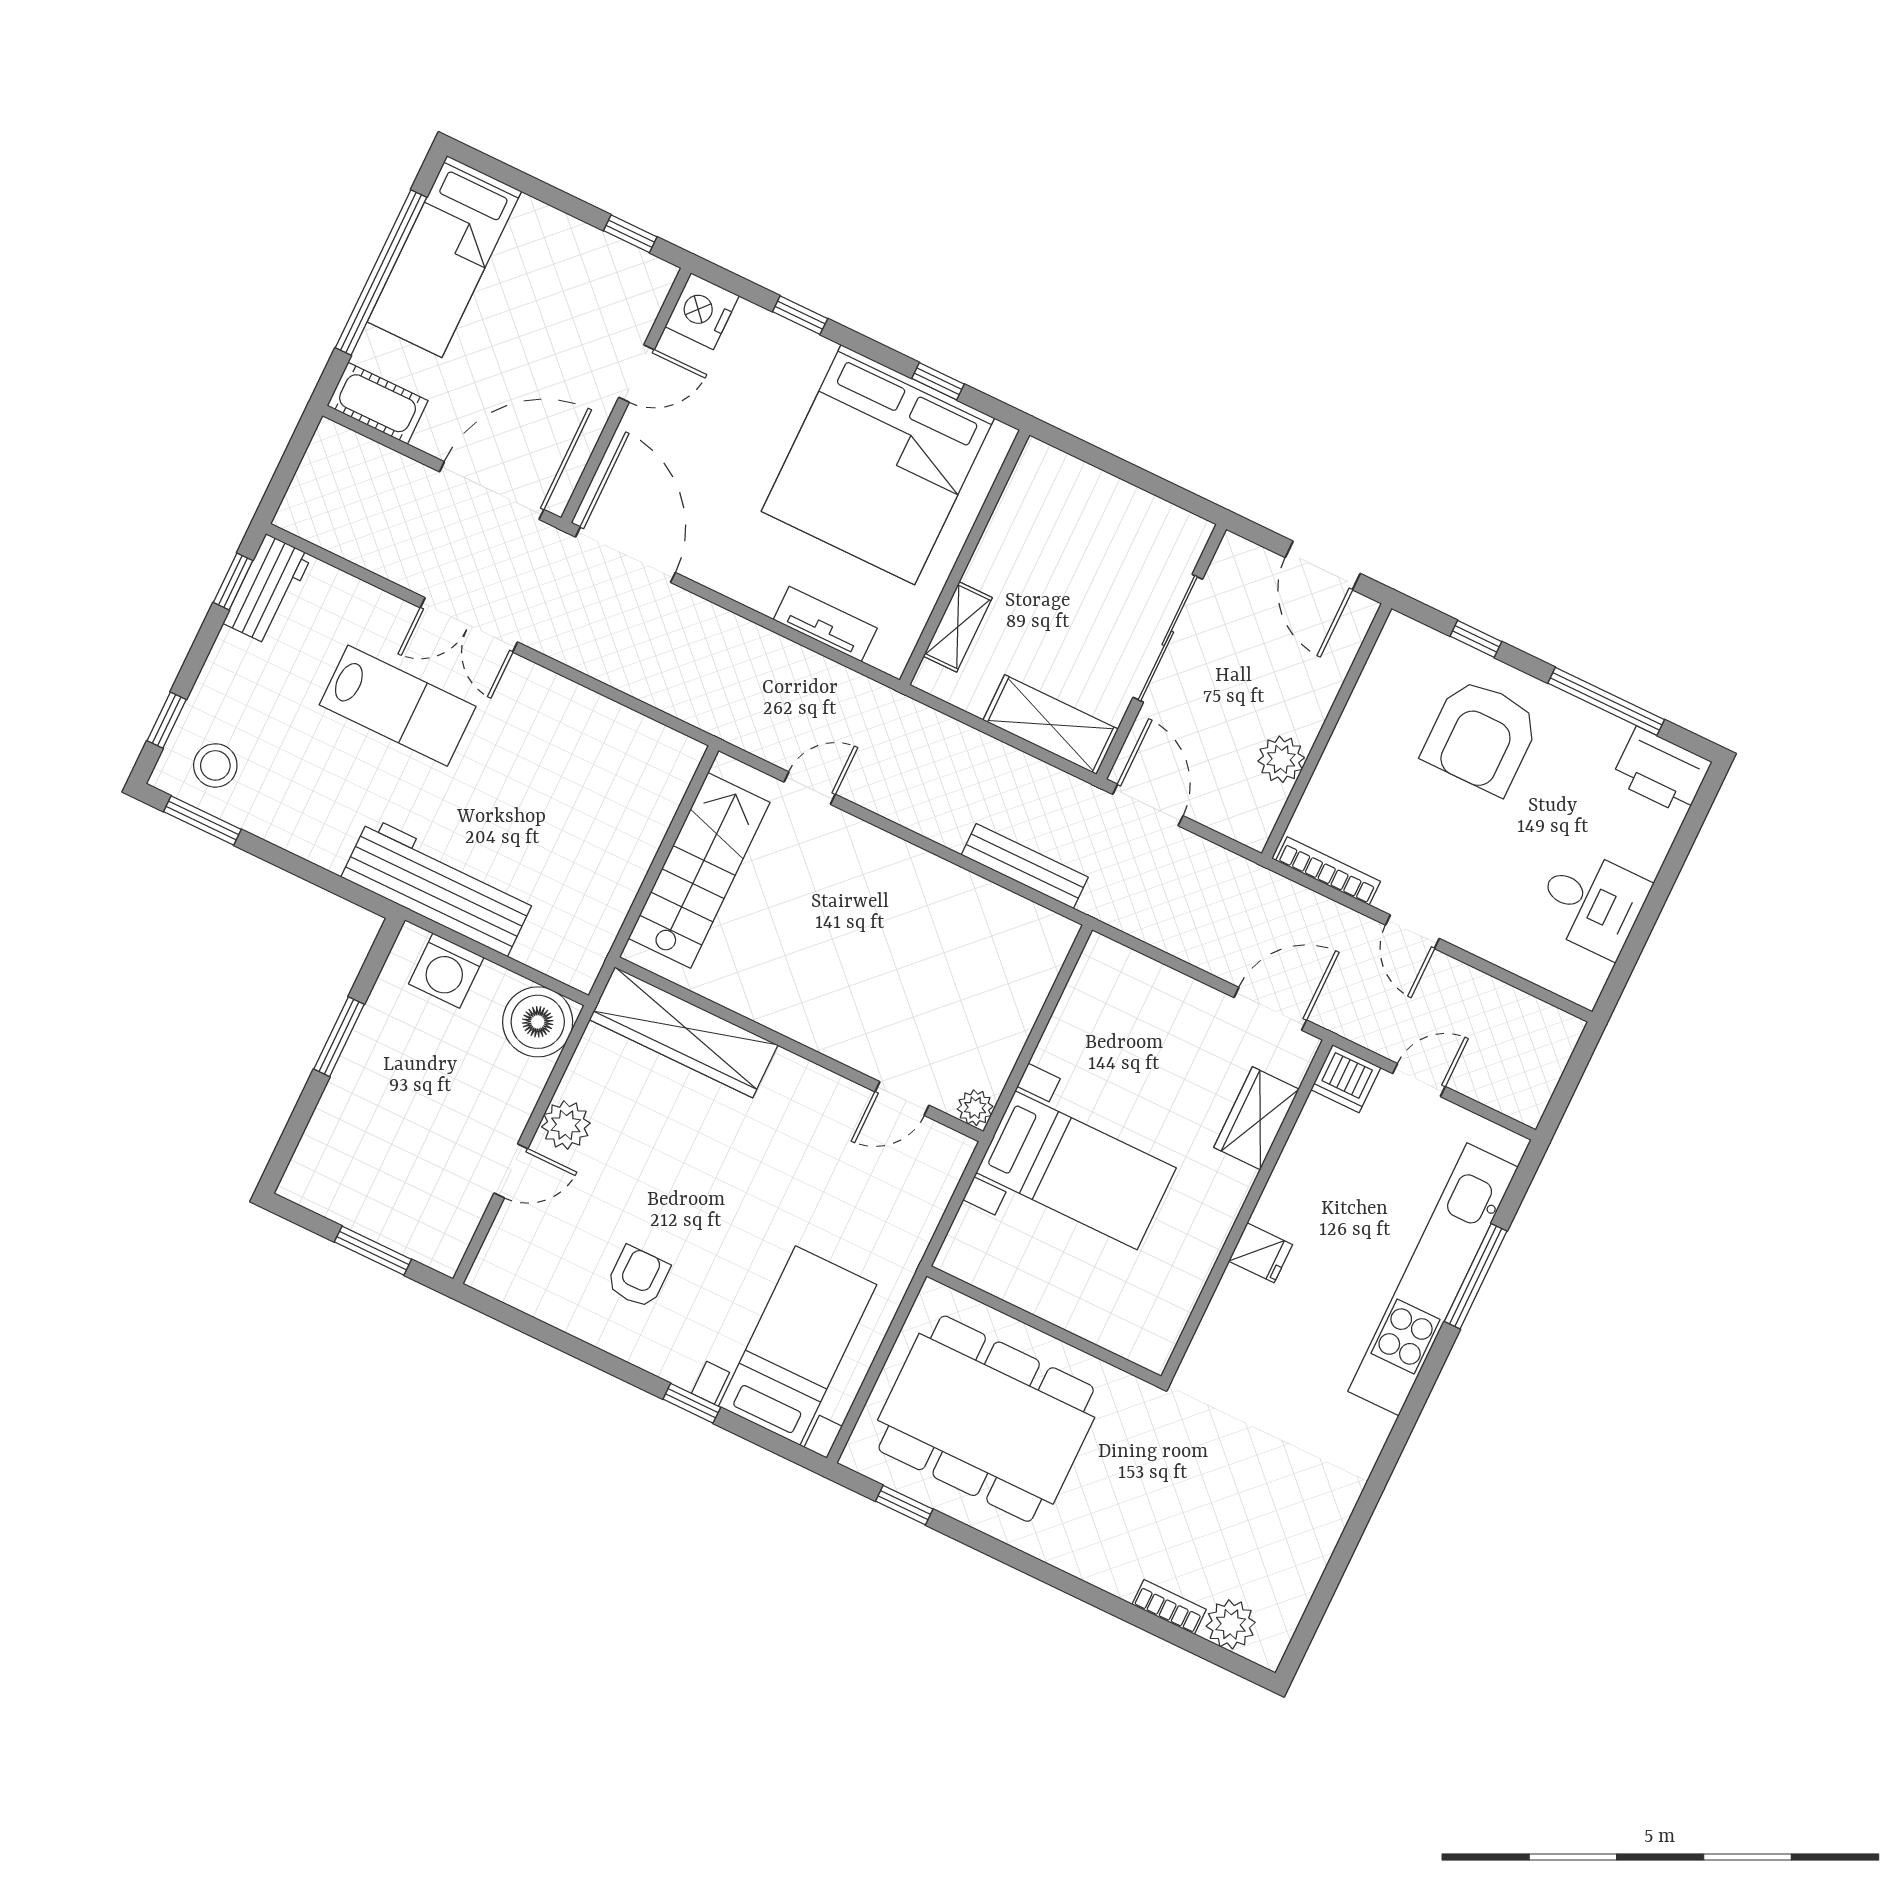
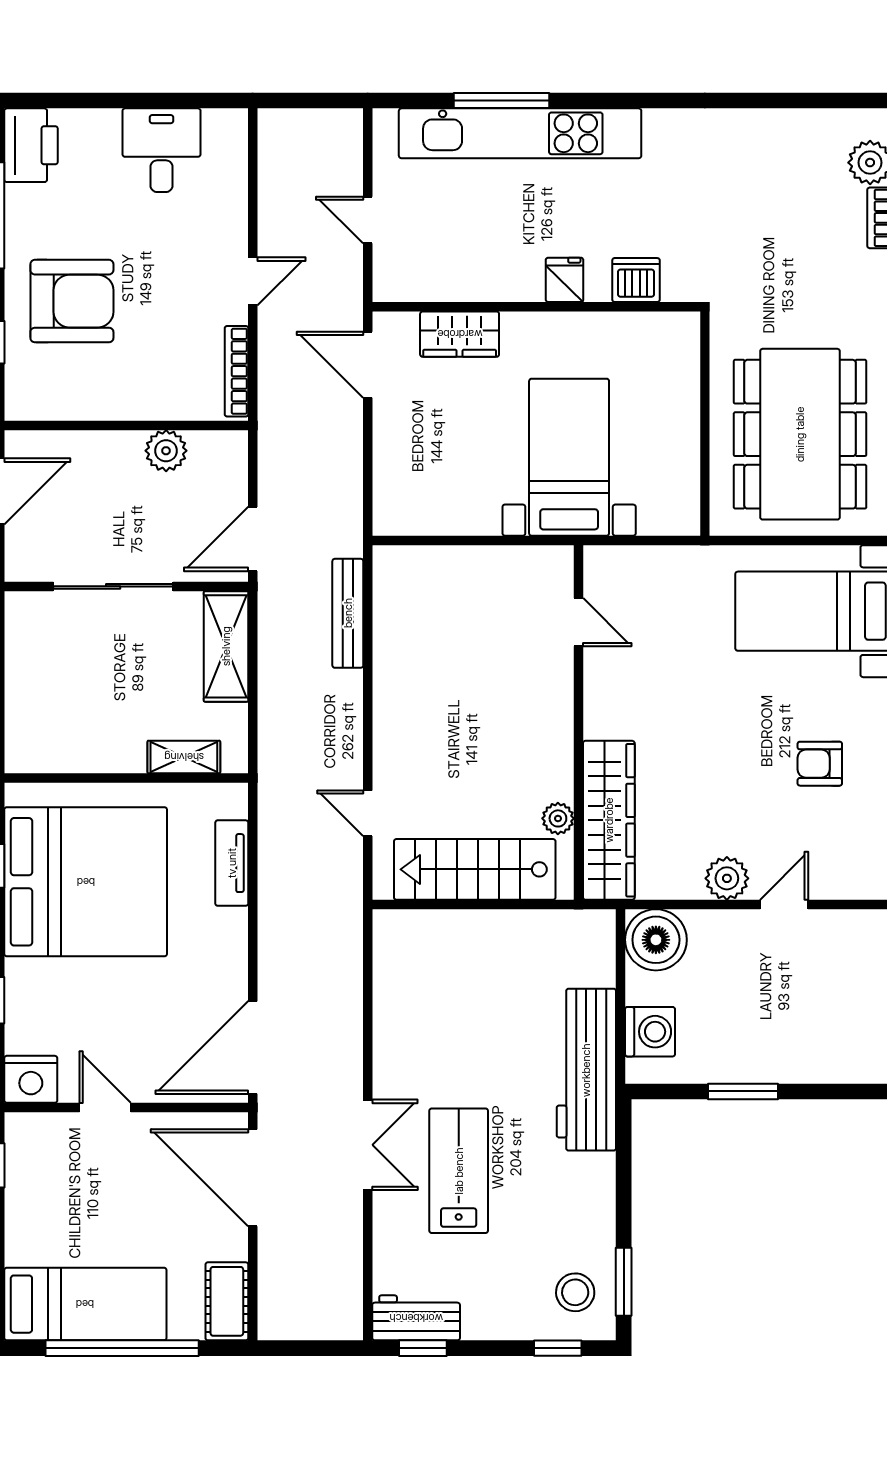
dishwasher: (1346, 1079) -> (636, 280), moved, turned -90
plant: (975, 1108) -> (558, 818), moved
door: (511, 1171) -> (784, 904), hinge flipped

